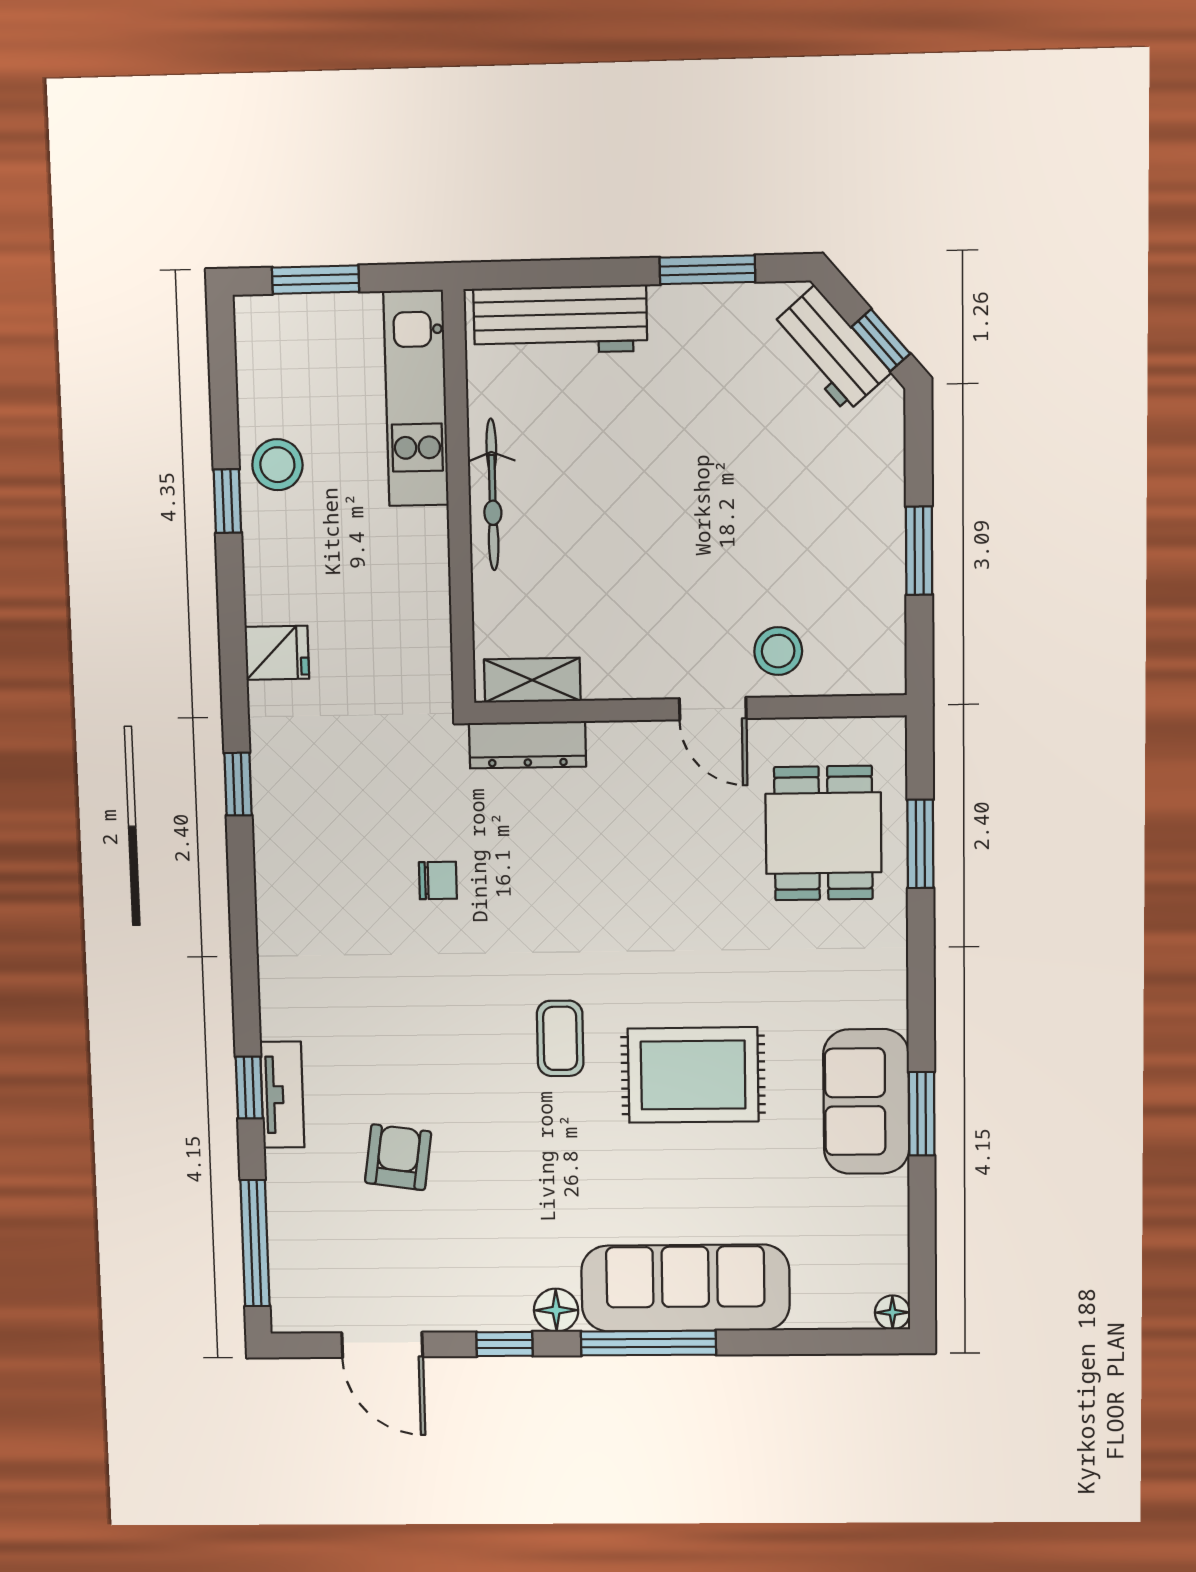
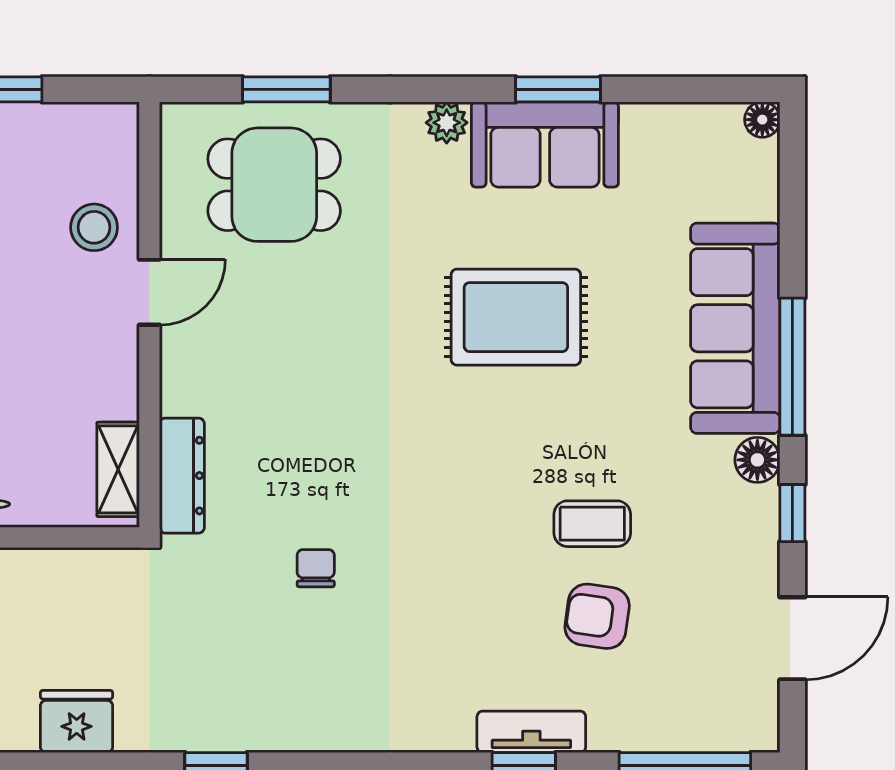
fridge: (277, 653) -> (77, 721), width x1.38
plant: (888, 1004) -> (447, 123), added
coffee table: (560, 1038) -> (592, 524), moved
rug: (693, 1075) -> (516, 317), turned 90

